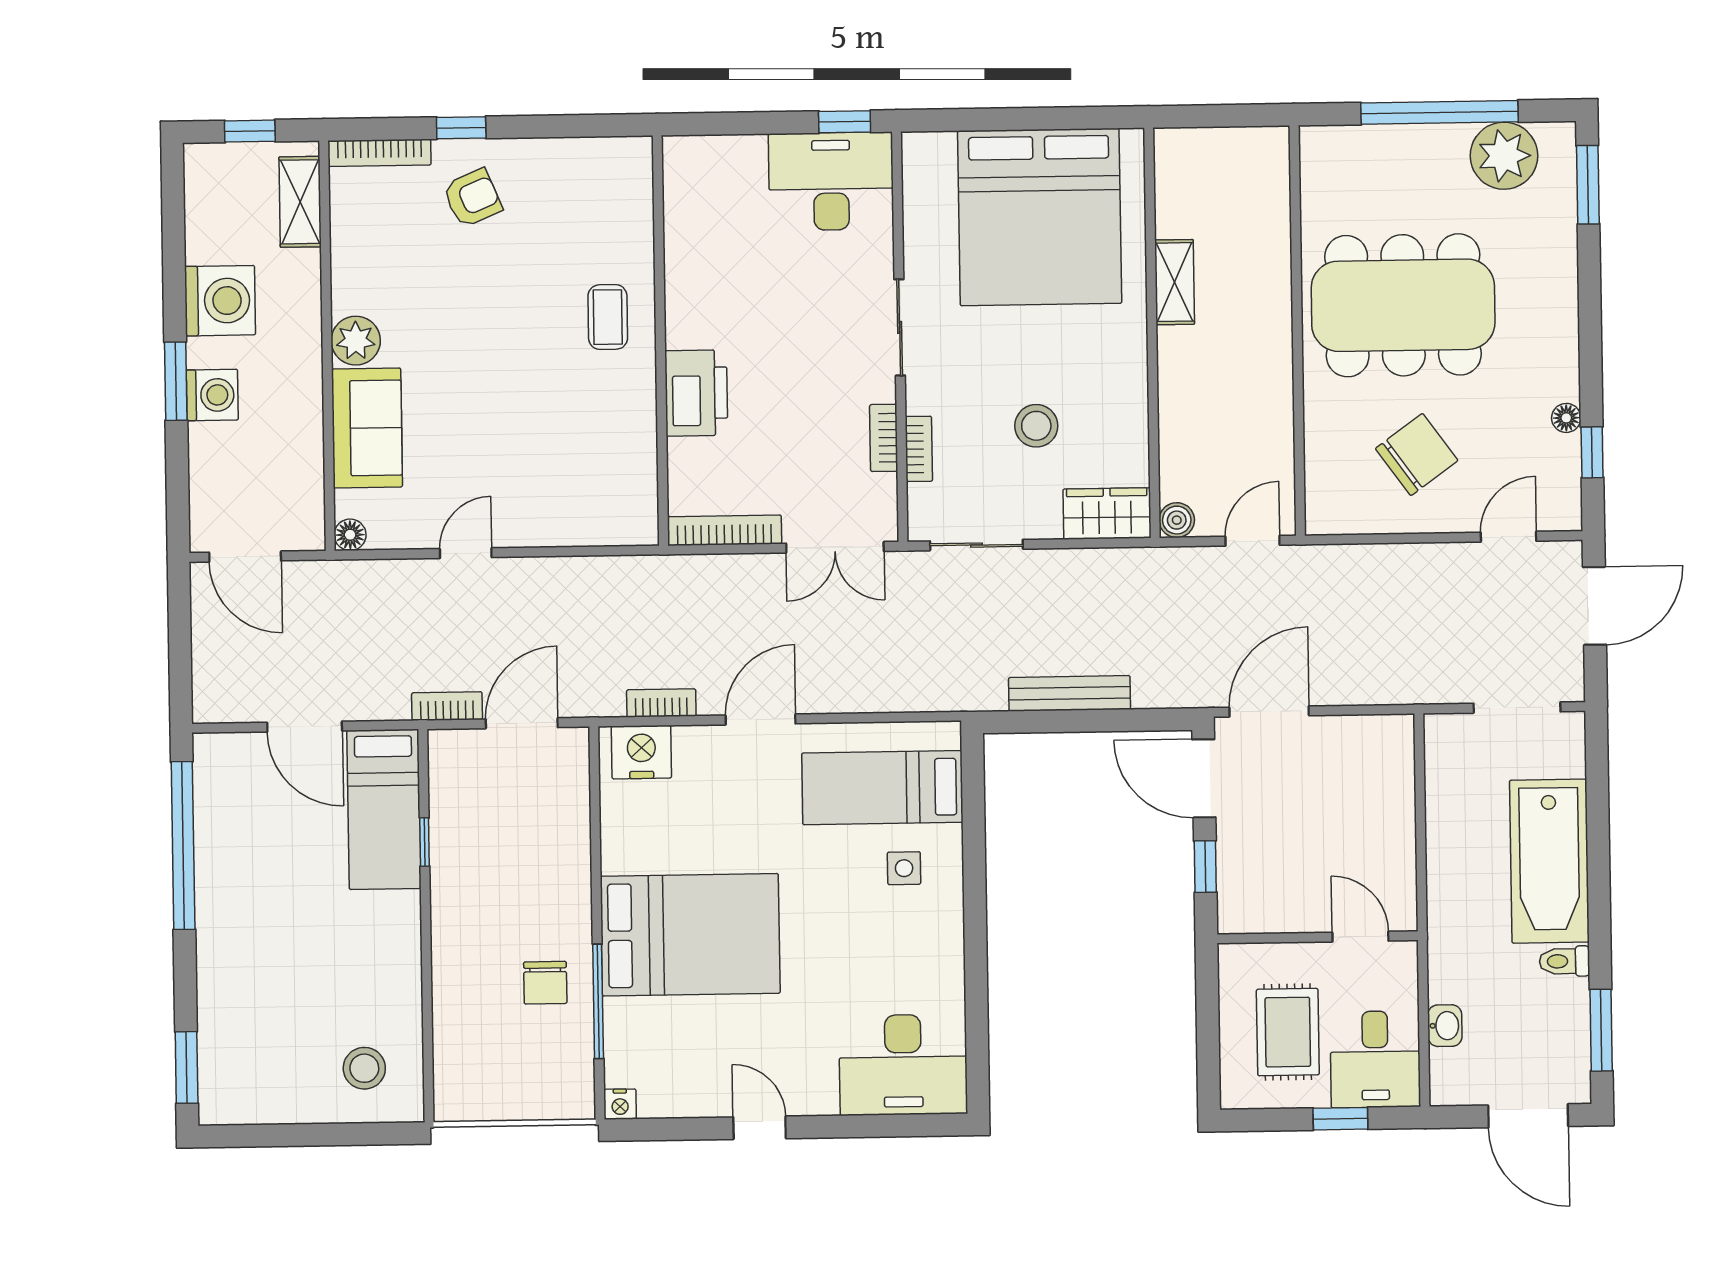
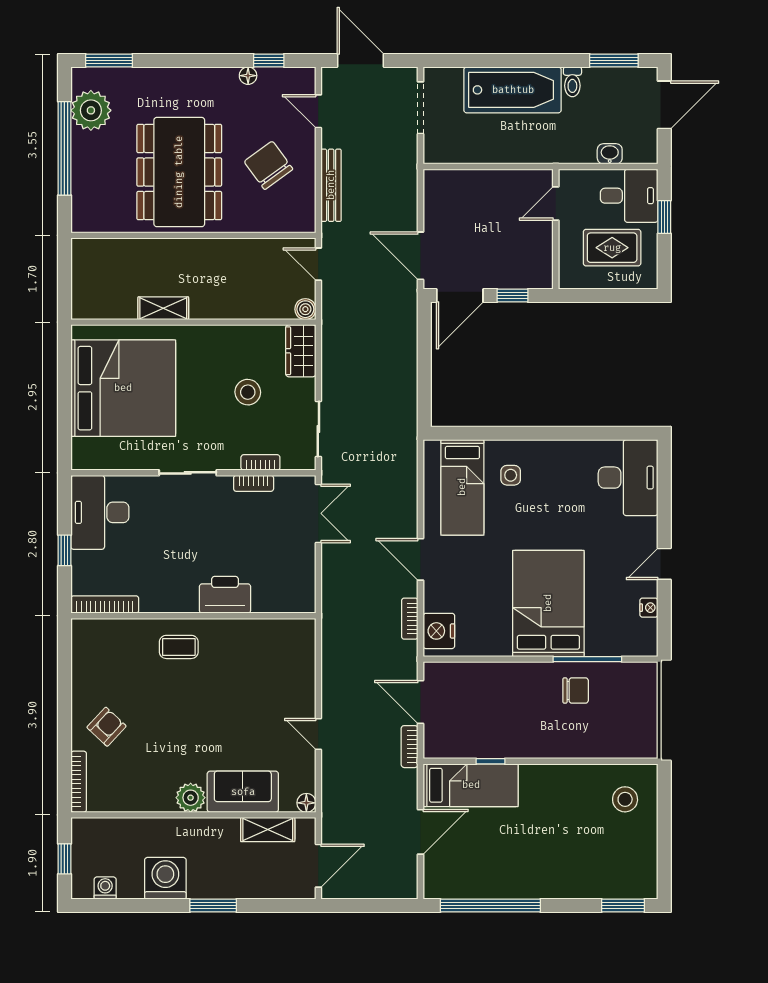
window: (845, 122) -> (64, 550), moved
window: (461, 128) -> (64, 733), removed
armchair: (472, 198) -> (107, 727), turned 66
shelving: (300, 202) -> (268, 830), moved
washing machine: (212, 395) -> (105, 888), moved, width x0.73, depth x0.73
bookcase: (724, 530) -> (105, 604), moved, turned 90
bench: (1070, 693) -> (331, 185), moved
nightstand: (620, 1104) -> (649, 608), moved

